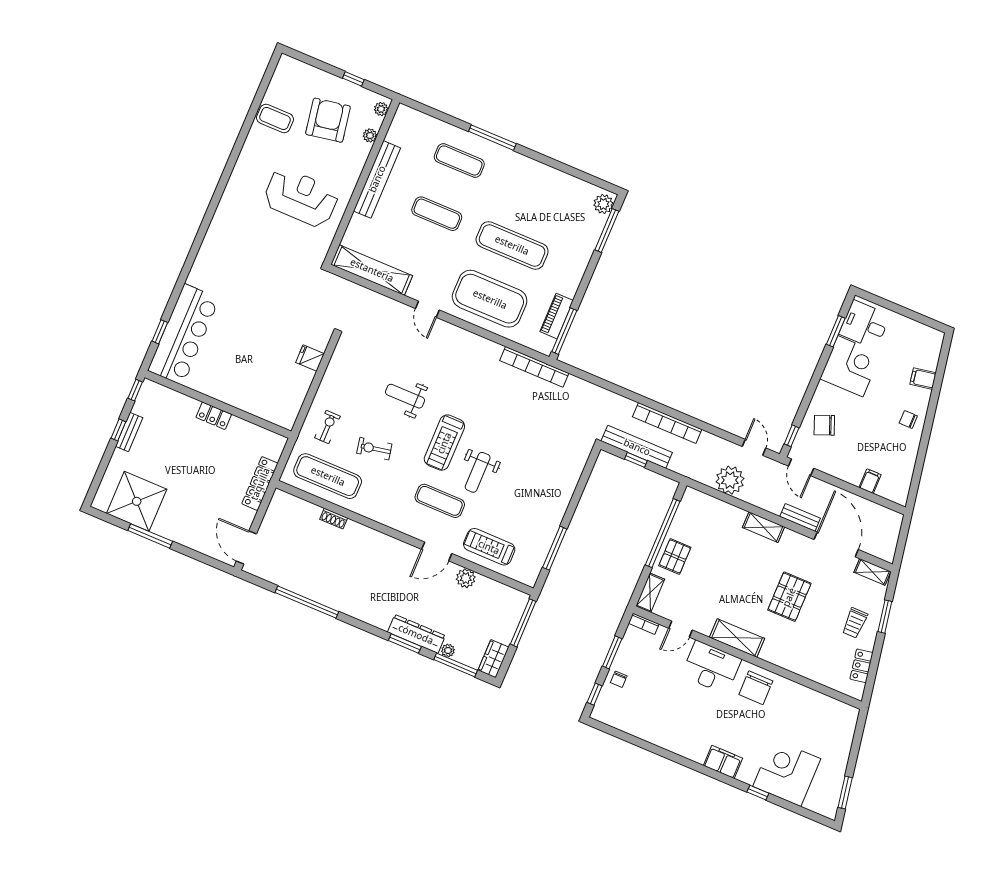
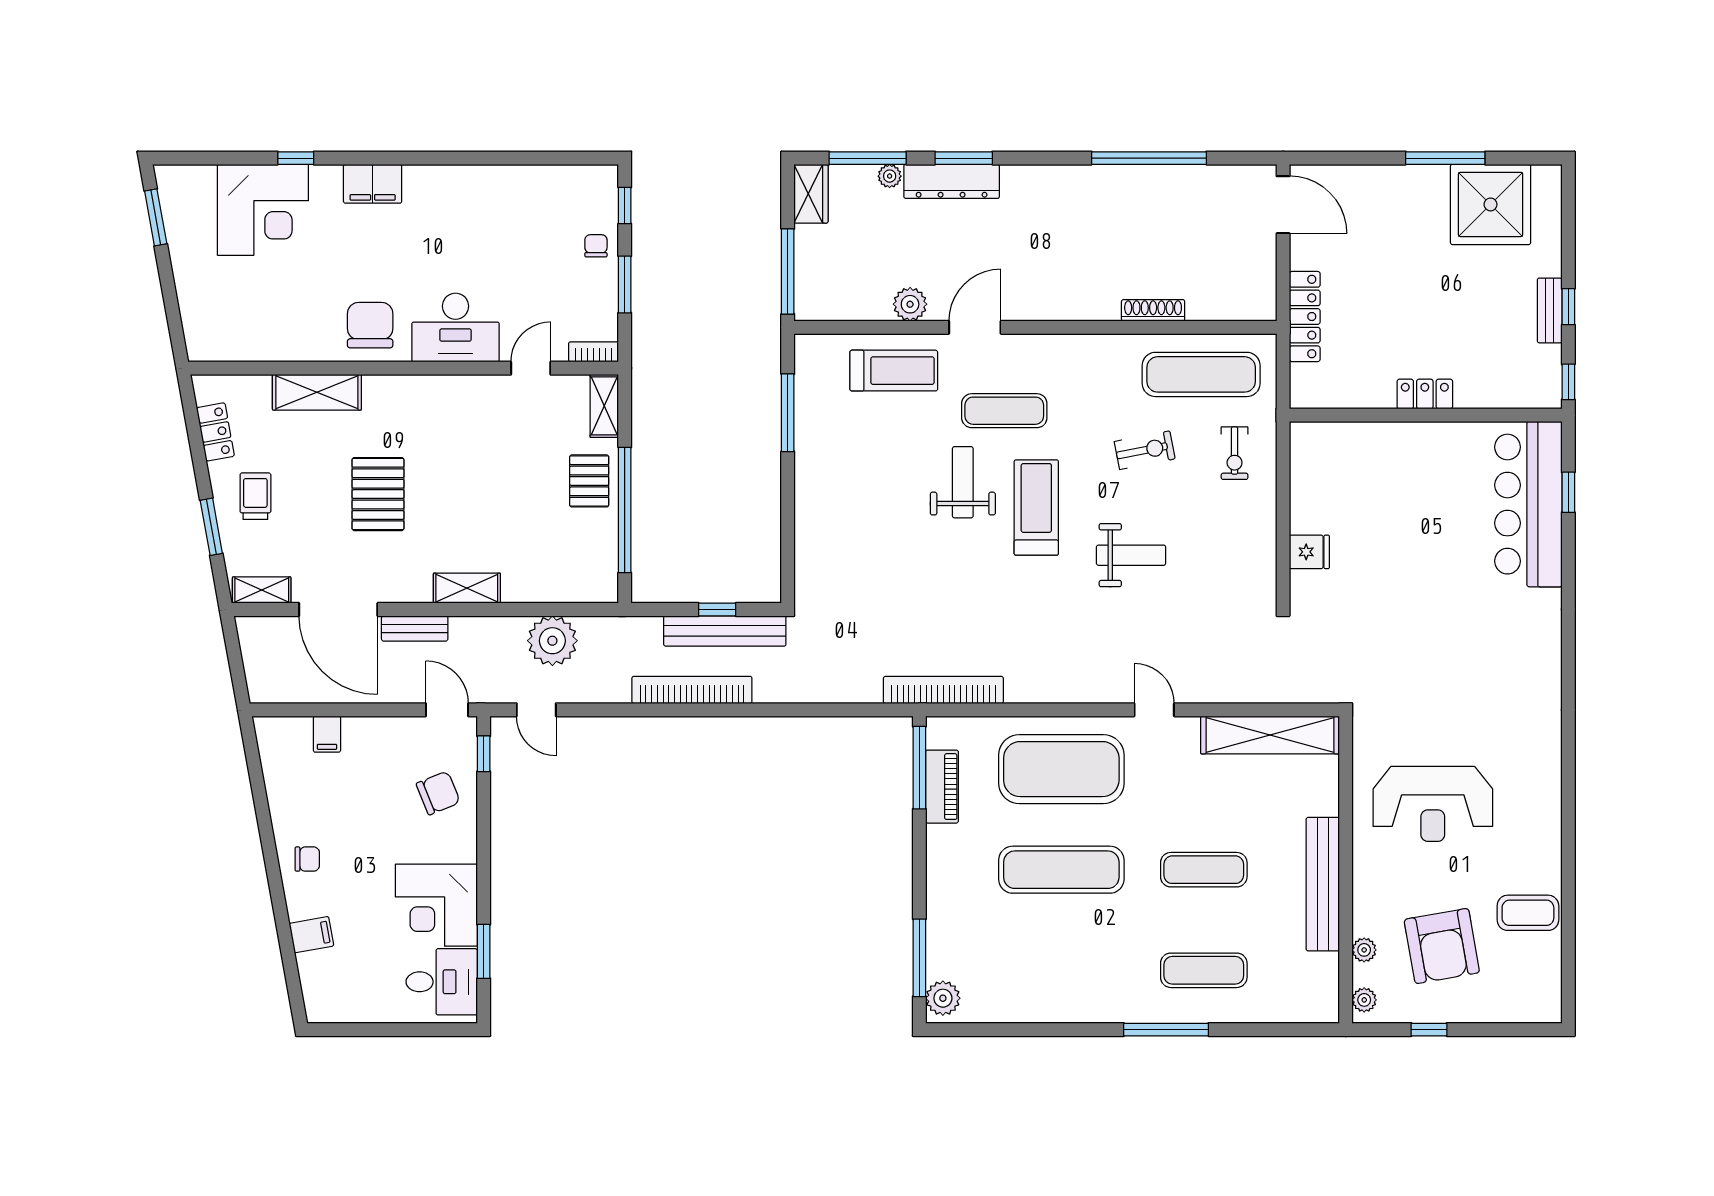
shoe rack: (334, 519) -> (1153, 310), width x1.43
shelving: (737, 638) -> (317, 392), moved

